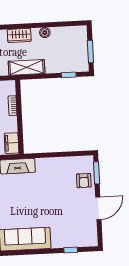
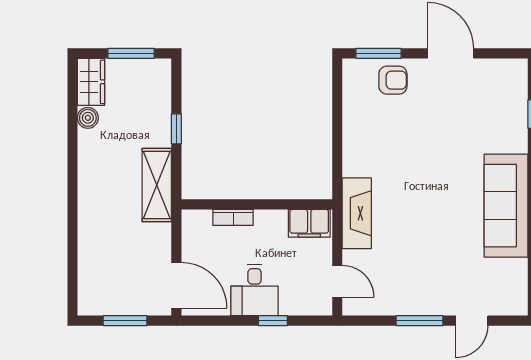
boiler: (45, 33) -> (88, 118), moved
wardrobe: (19, 35) -> (91, 82), moved
window: (69, 75) -> (176, 129), moved

